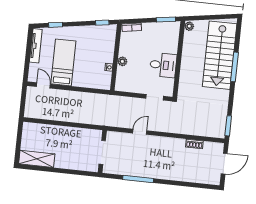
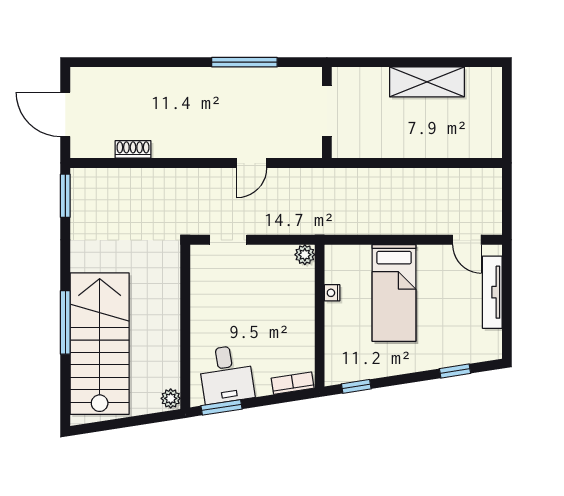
tv unit: (36, 46) -> (492, 292), moved
plant: (122, 61) -> (305, 255), moved
bed: (63, 62) -> (394, 293), moved
desk: (163, 65) -> (226, 374), moved, turned -99
shelving: (37, 159) -> (427, 82), moved
door: (224, 164) -> (65, 114), hinge flipped

